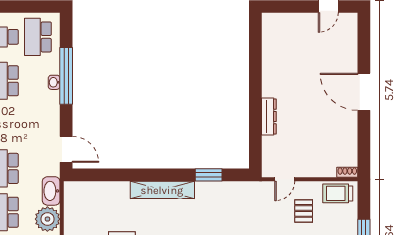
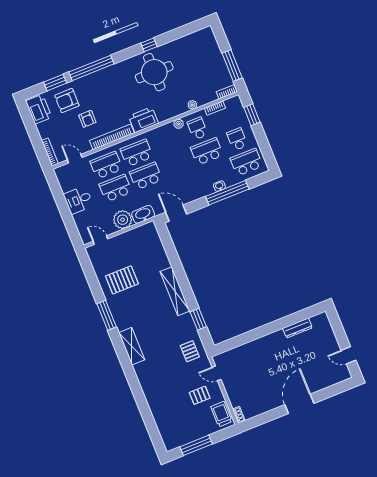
dresser: (269, 117) -> (297, 328), moved
door: (66, 149) -> (176, 213), swing flipped
pallet: (244, 201) -> (190, 351), added

